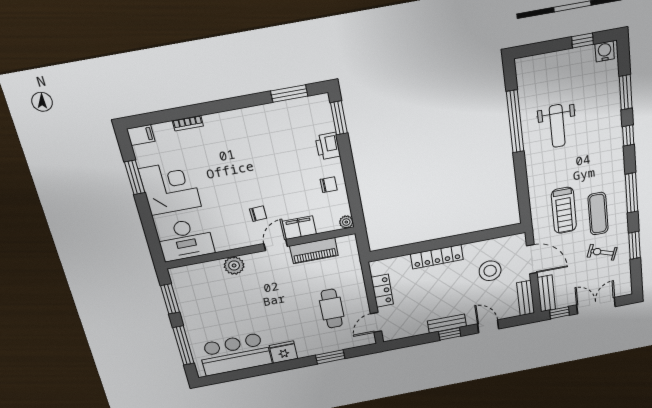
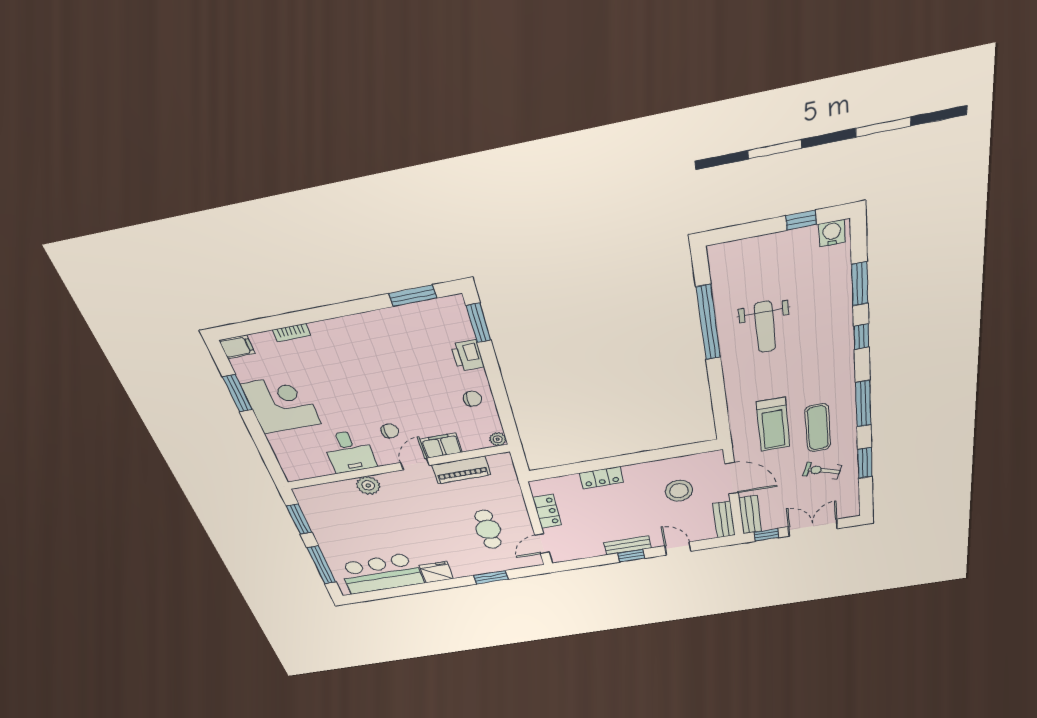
desk: (185, 240) -> (349, 452), moved, width x0.73
locker: (437, 257) -> (601, 478), width x0.66

